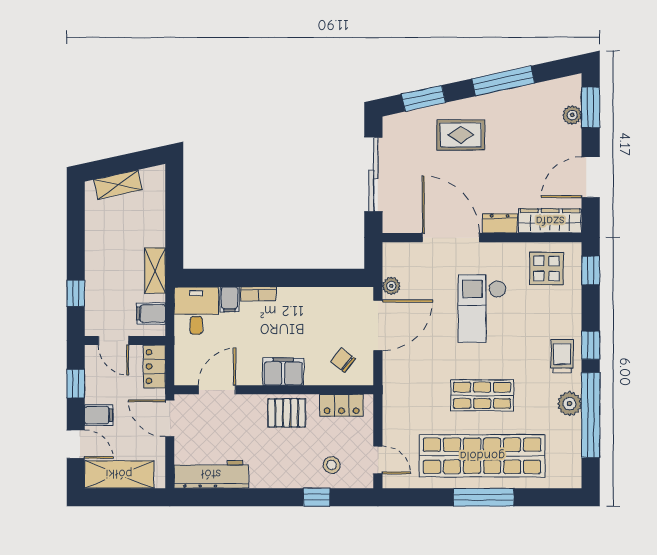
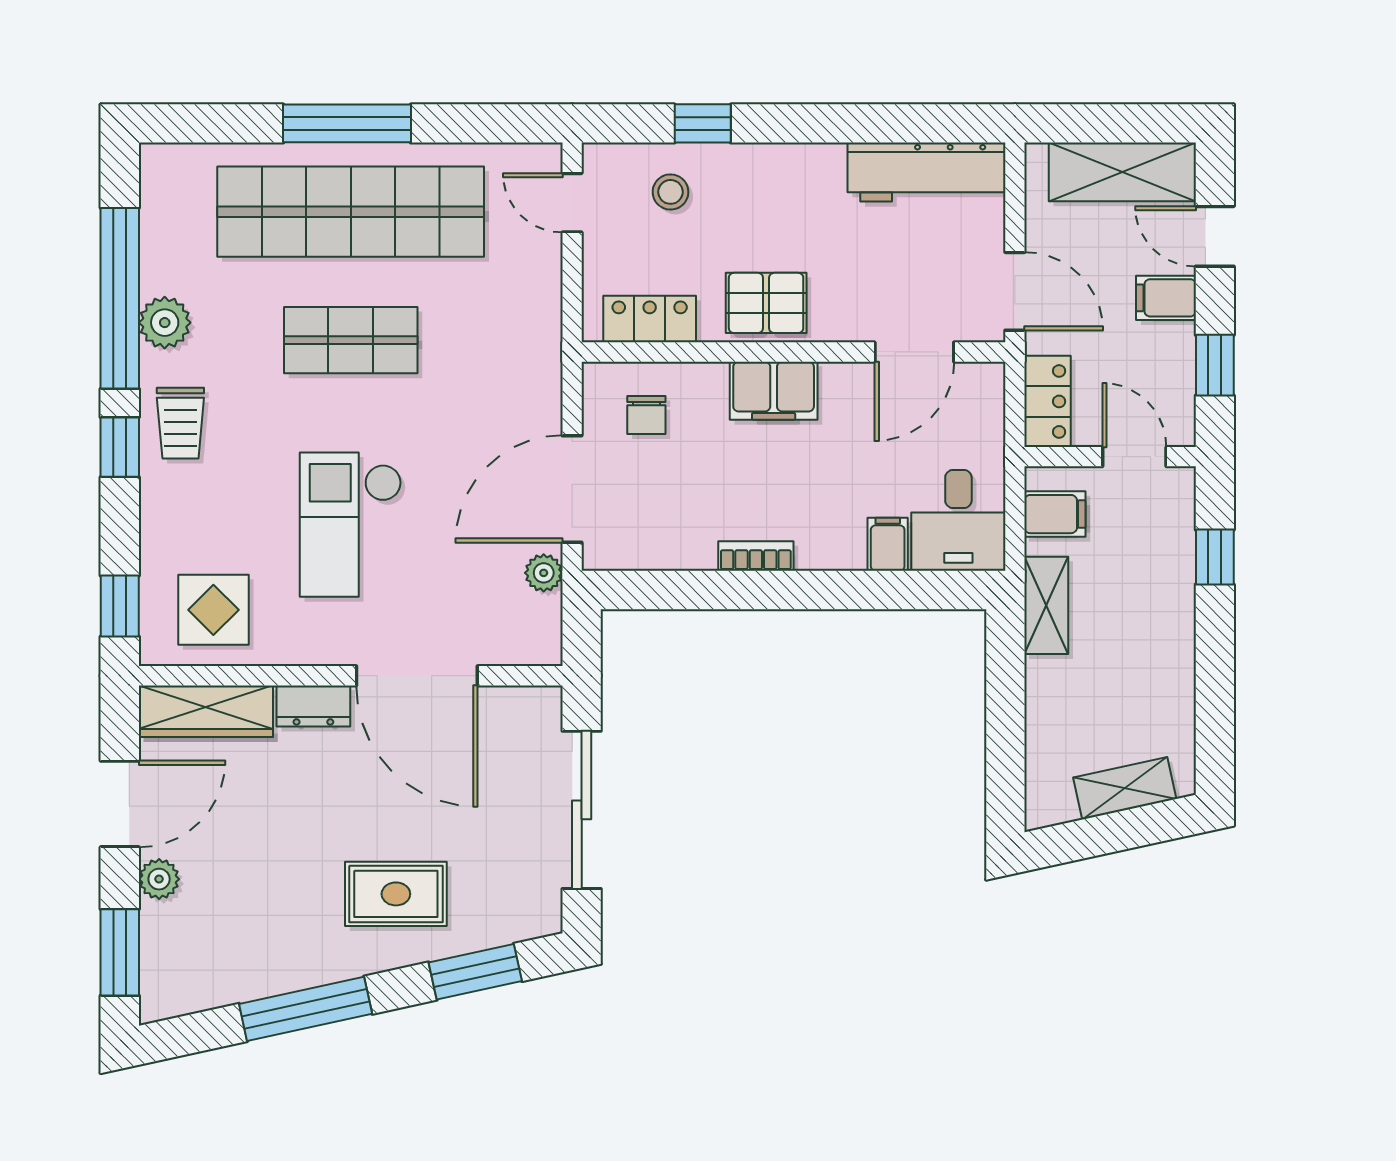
plant: (572, 115) -> (159, 879), moved
bookcase: (258, 294) -> (756, 556), moved
checkout: (482, 309) -> (351, 525), turned 180
chair: (343, 360) -> (646, 415), turned 51

